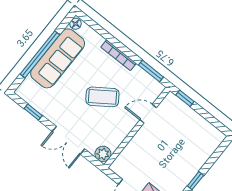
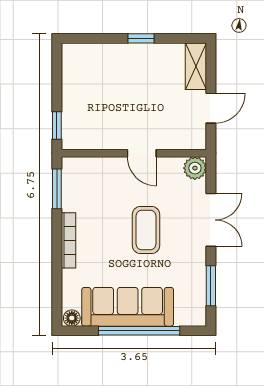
coffee table: (102, 97) -> (146, 230), moved, turned 35
window: (33, 112) -> (211, 286), width x1.50
door: (148, 114) -> (142, 153), moved

